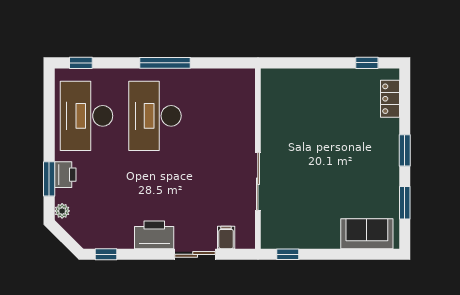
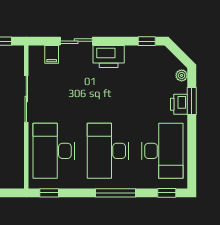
window: (165, 63) -> (115, 193), moved
window: (229, 63) -> (49, 193), added
desk: (155, 116) -> (108, 151), turned 180
desk: (223, 116) -> (54, 151), added

